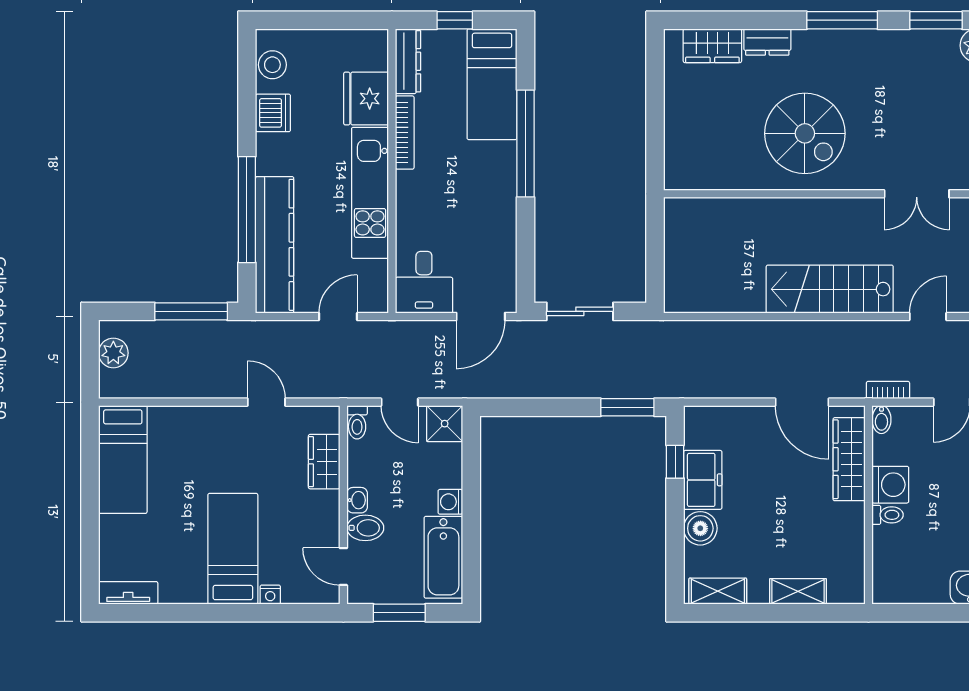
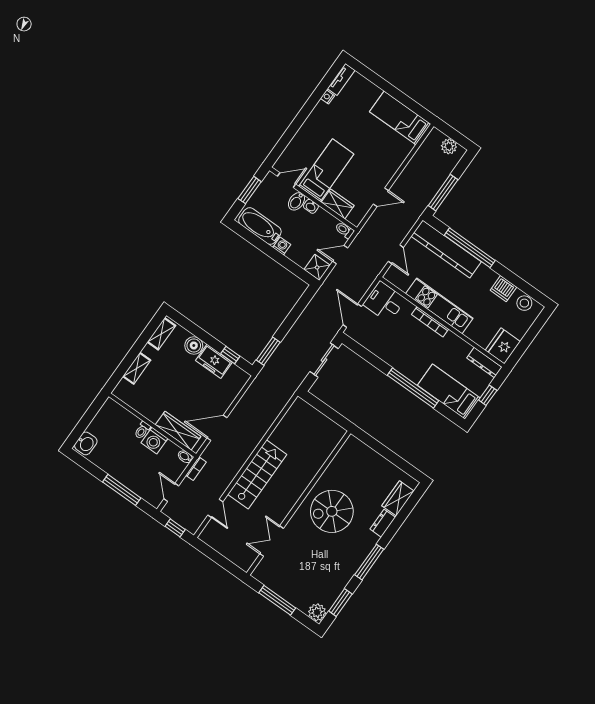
fridge: (366, 99) -> (503, 346), moved, turned -90
bookcase: (405, 133) -> (430, 322), moved
bed: (233, 549) -> (326, 170), moved, turned -90
nightstand: (270, 595) -> (327, 97), moved

